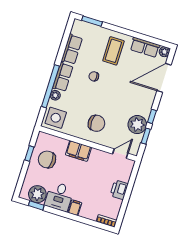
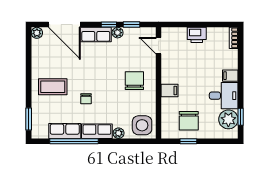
row of seats: (145, 47) -> (96, 35), moved, turned 90
window: (50, 86) -> (74, 141), moved
plant: (137, 125) -> (118, 33), width x0.53, depth x0.53
filing cabinet: (78, 151) -> (169, 90), width x0.50

